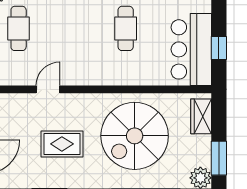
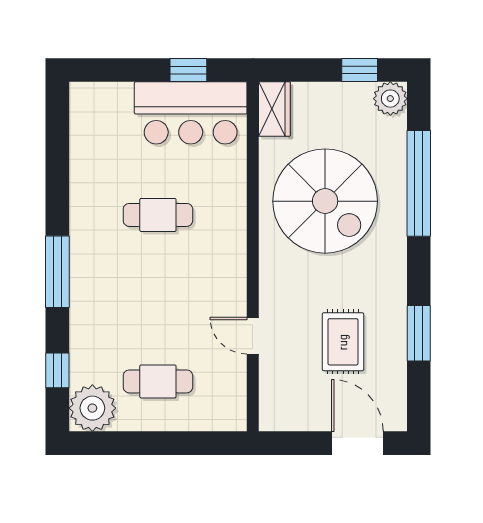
wardrobe: (201, 116) -> (274, 109), moved, turned -90
rug: (62, 144) -> (343, 342), moved
window: (219, 158) -> (360, 70), width x0.67

